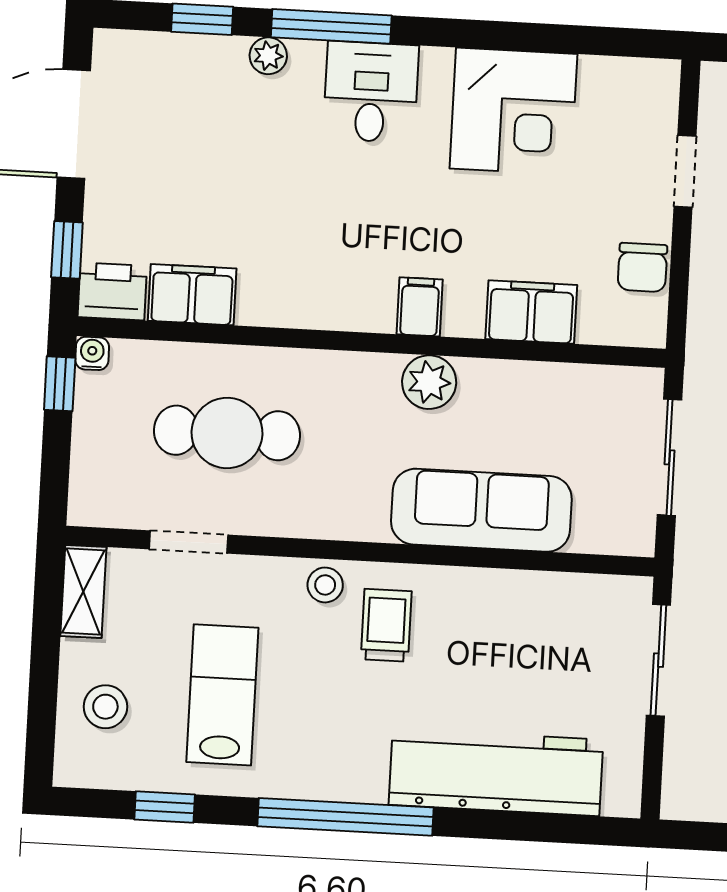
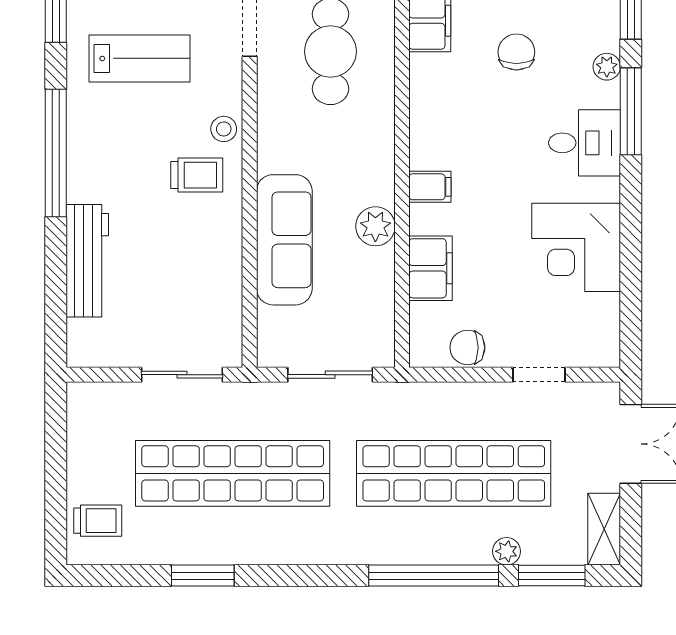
chair: (241, 178) -> (516, 52), added
plant: (429, 382) -> (375, 226), moved
workbench: (496, 772) -> (87, 261), width x0.73, depth x0.76

